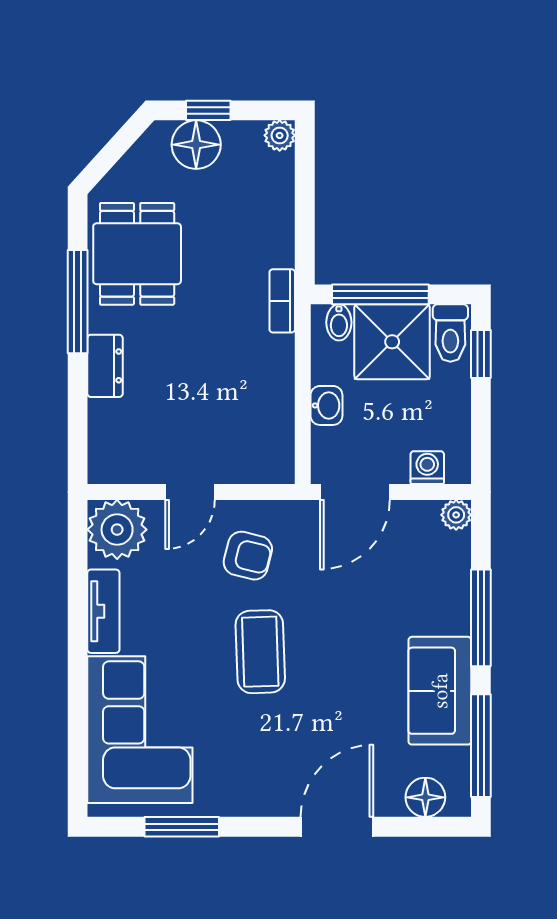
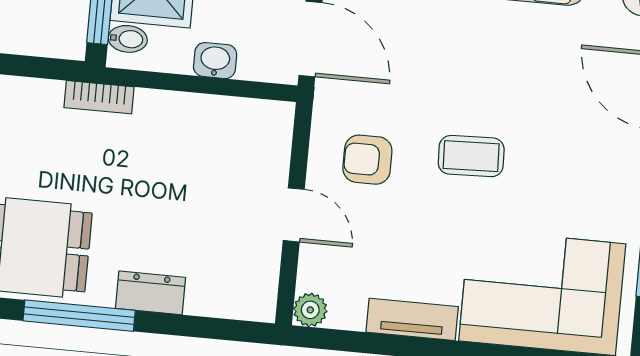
plant: (117, 530) -> (310, 310), width x0.53, depth x0.53
armchair: (248, 556) -> (367, 160), turned -104
coffee table: (260, 652) -> (471, 156), width x0.73, depth x0.77

